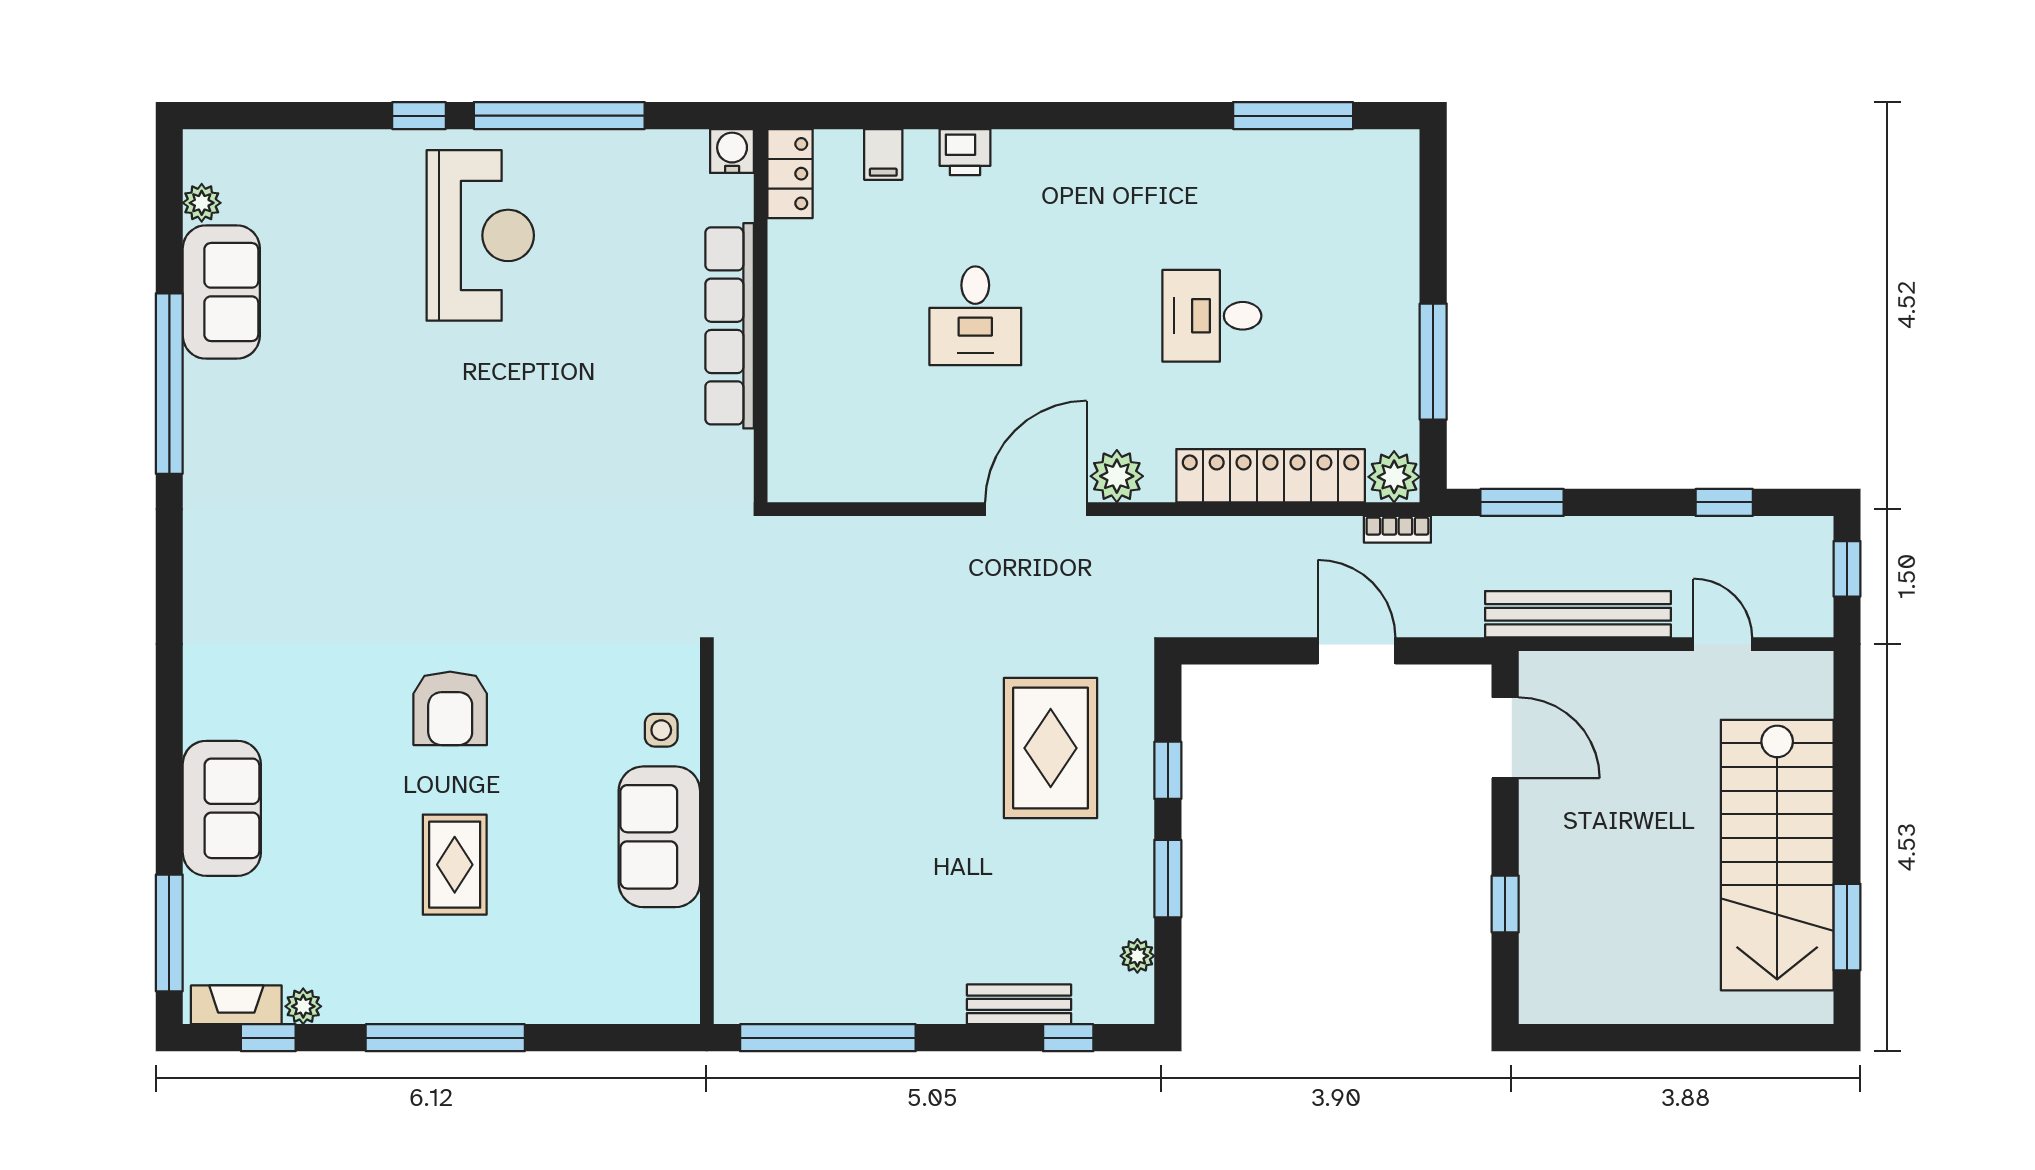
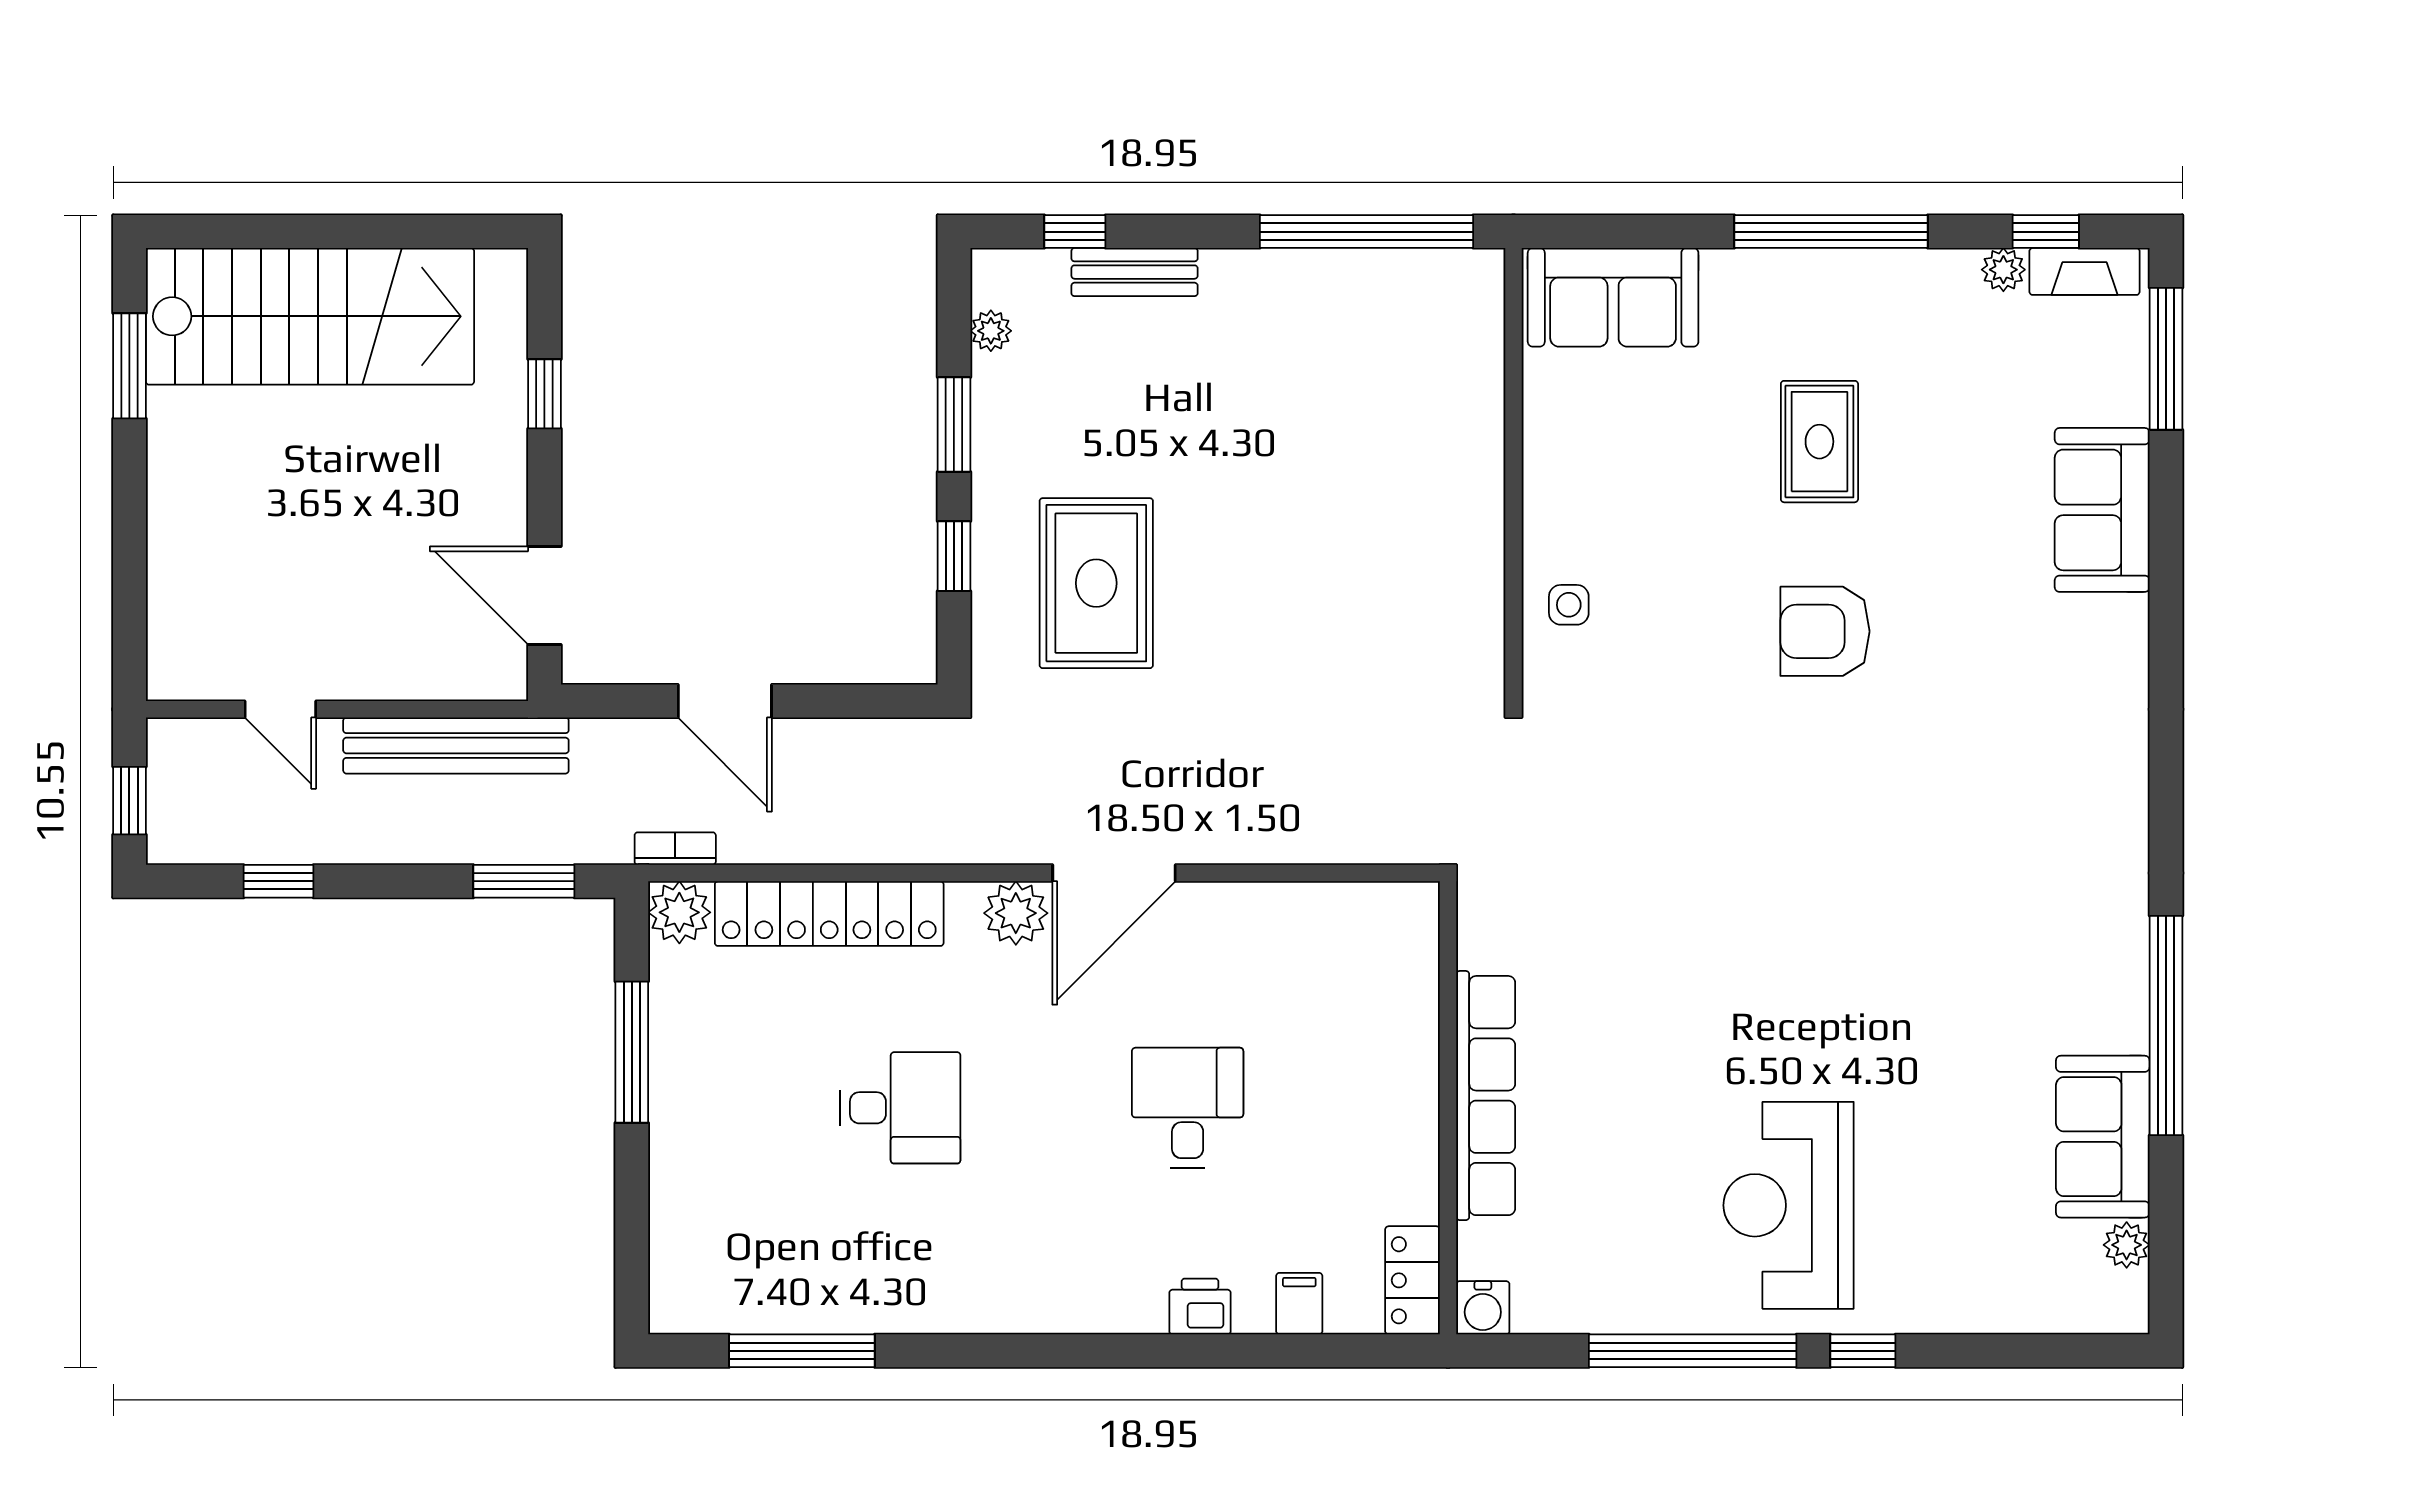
armchair: (450, 708) -> (1825, 631), turned -90
sofa: (659, 837) -> (1613, 297), moved, turned 90
stairs: (1777, 855) -> (310, 316), moved, turned 90

